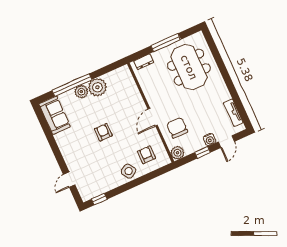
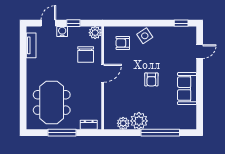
plant: (81, 92) -> (123, 123), moved
sofa: (55, 115) -> (187, 89), moved
armchair: (146, 155) -> (123, 43), turned 90

